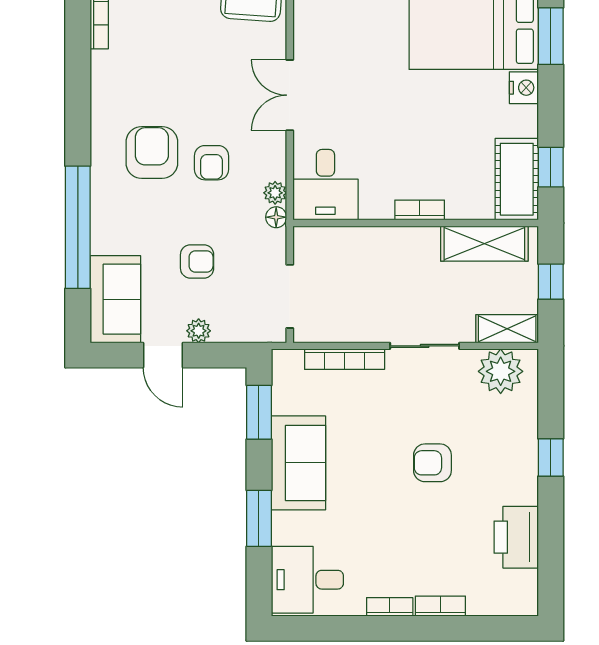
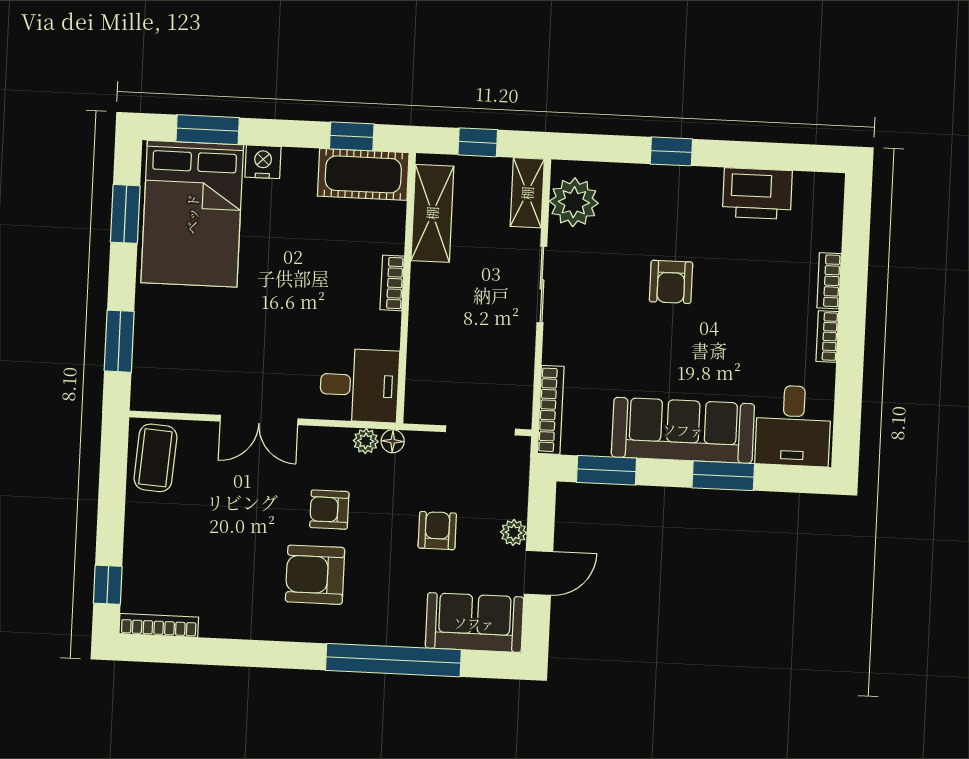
armchair: (211, 163) -> (329, 510), turned 180
bookcase: (345, 359) -> (551, 410), moved
sofa: (298, 463) -> (683, 430), width x1.36

